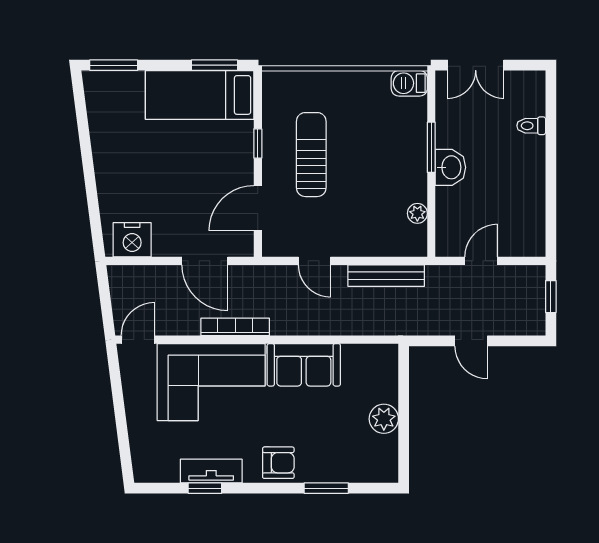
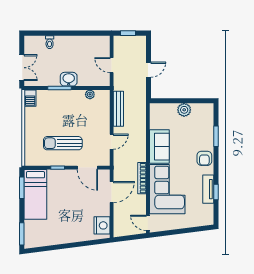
armchair: (278, 463) -> (204, 158), turned 180

